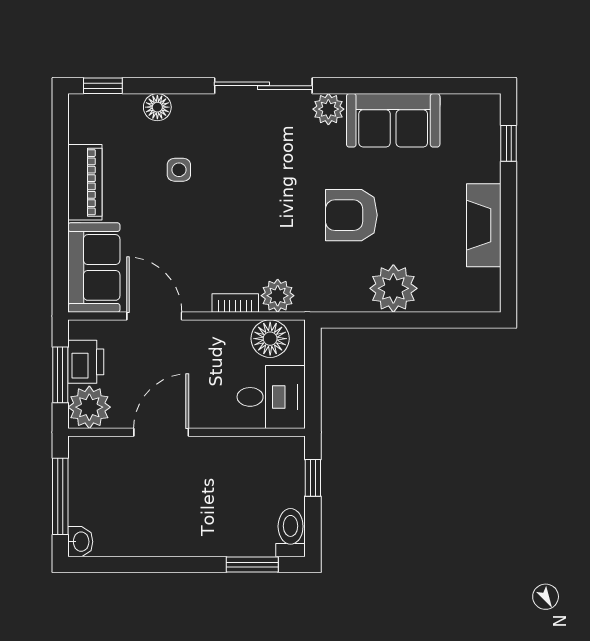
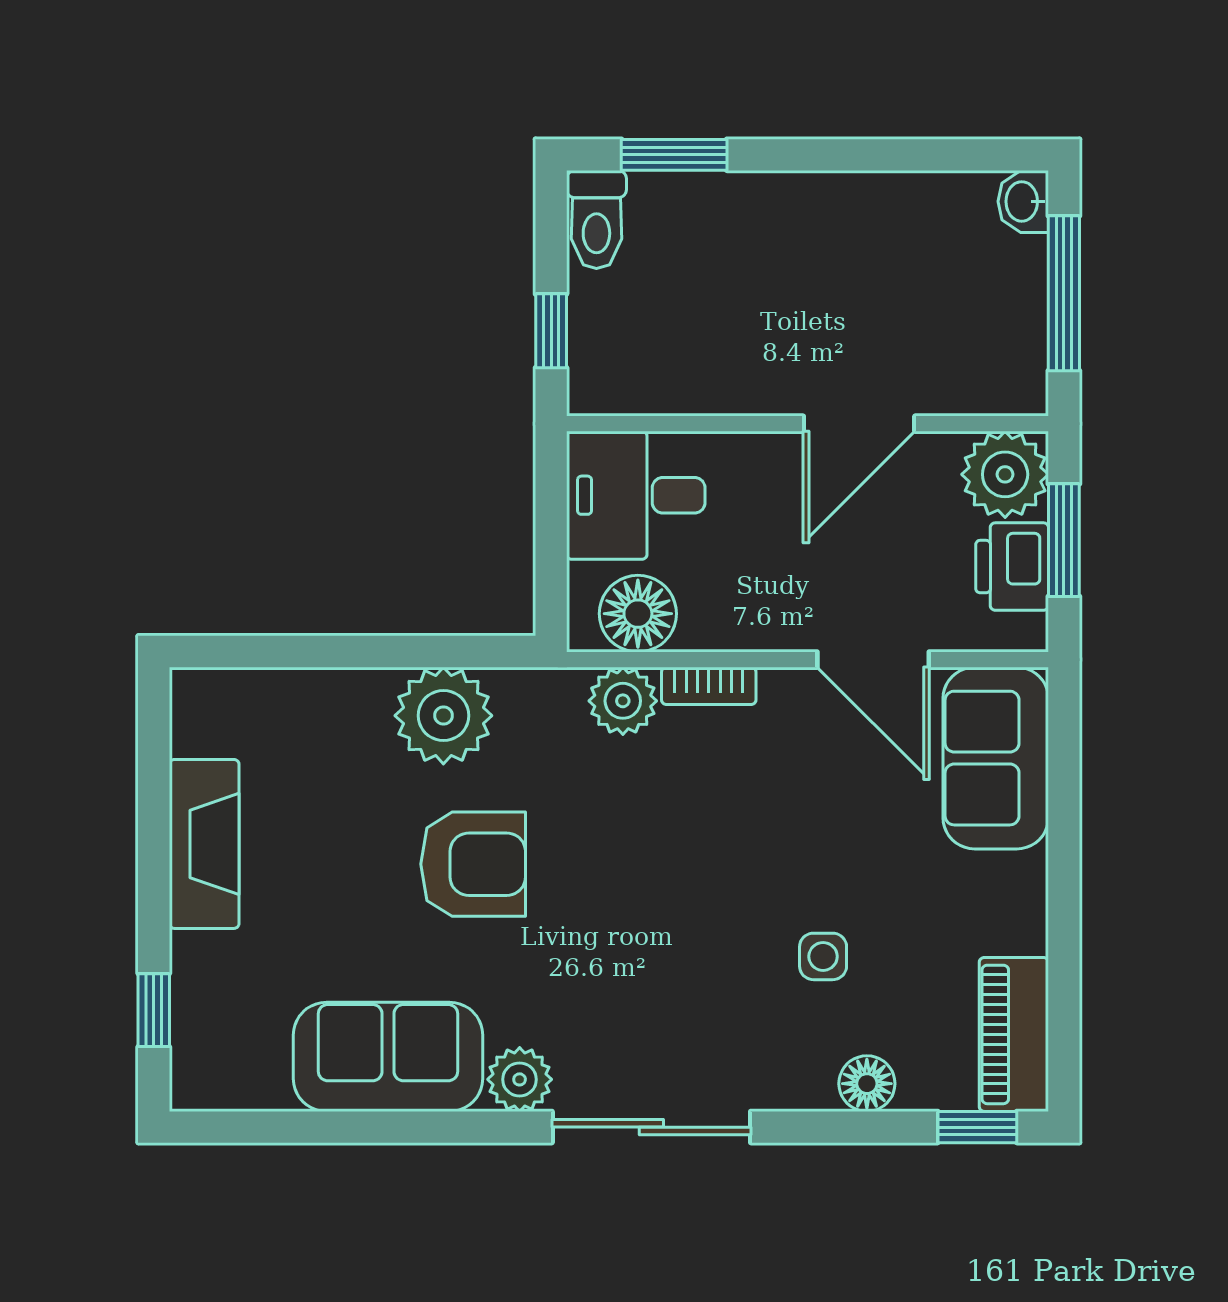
piano: (85, 182) -> (1014, 1034), moved
plant: (393, 288) -> (443, 716), moved

